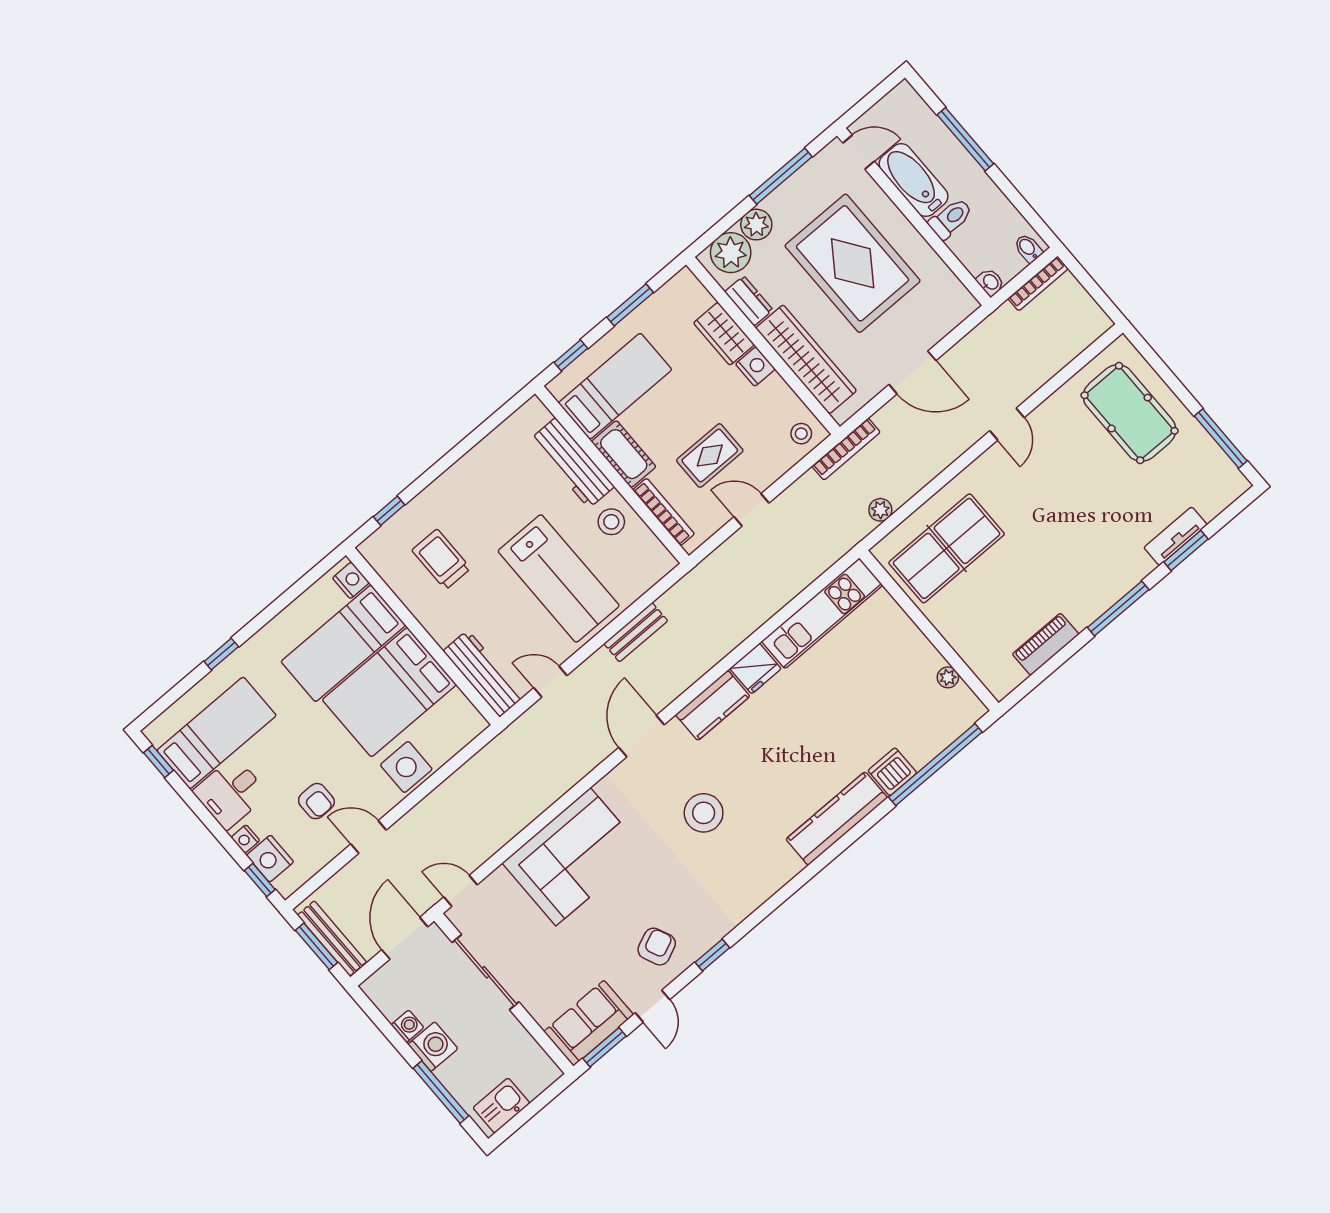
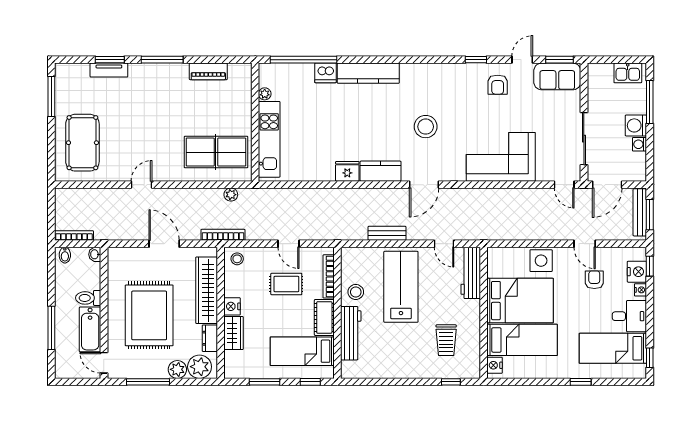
kitchen unit: (822, 613) -> (269, 139), moved, turned 90
armchair: (657, 947) -> (498, 85), turned -66

